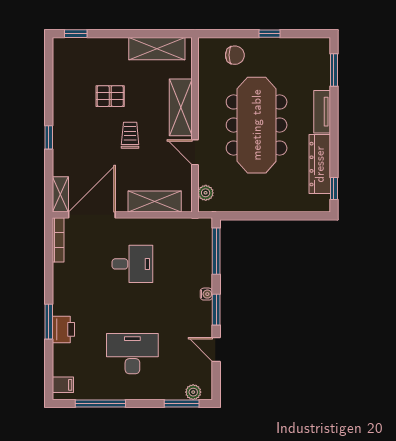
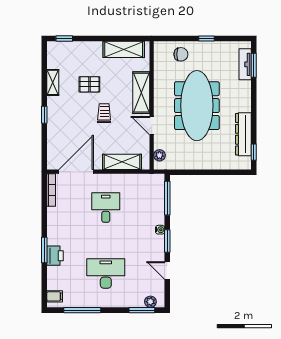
tv unit: (322, 112) -> (245, 64), moved
shelving: (60, 194) -> (53, 82), moved
desk: (132, 264) -> (106, 208), turned -90

